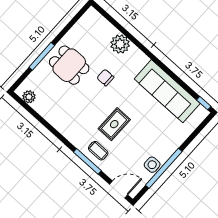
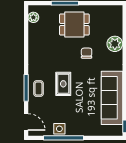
dining table: (69, 65) -> (74, 24), turned 90
rug: (114, 124) -> (63, 84), turned 90

